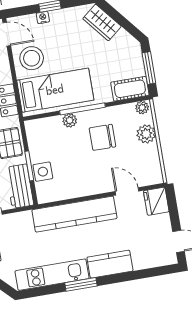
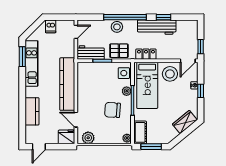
plant: (146, 134) -> (88, 138), moved
chair: (102, 137) -> (112, 110), turned -86
side table: (43, 172) -> (124, 73), moved
door: (127, 191) -> (76, 120), swing flipped
kitchen counter: (110, 264) -> (32, 111), moved
window: (81, 284) -> (22, 57), moved

